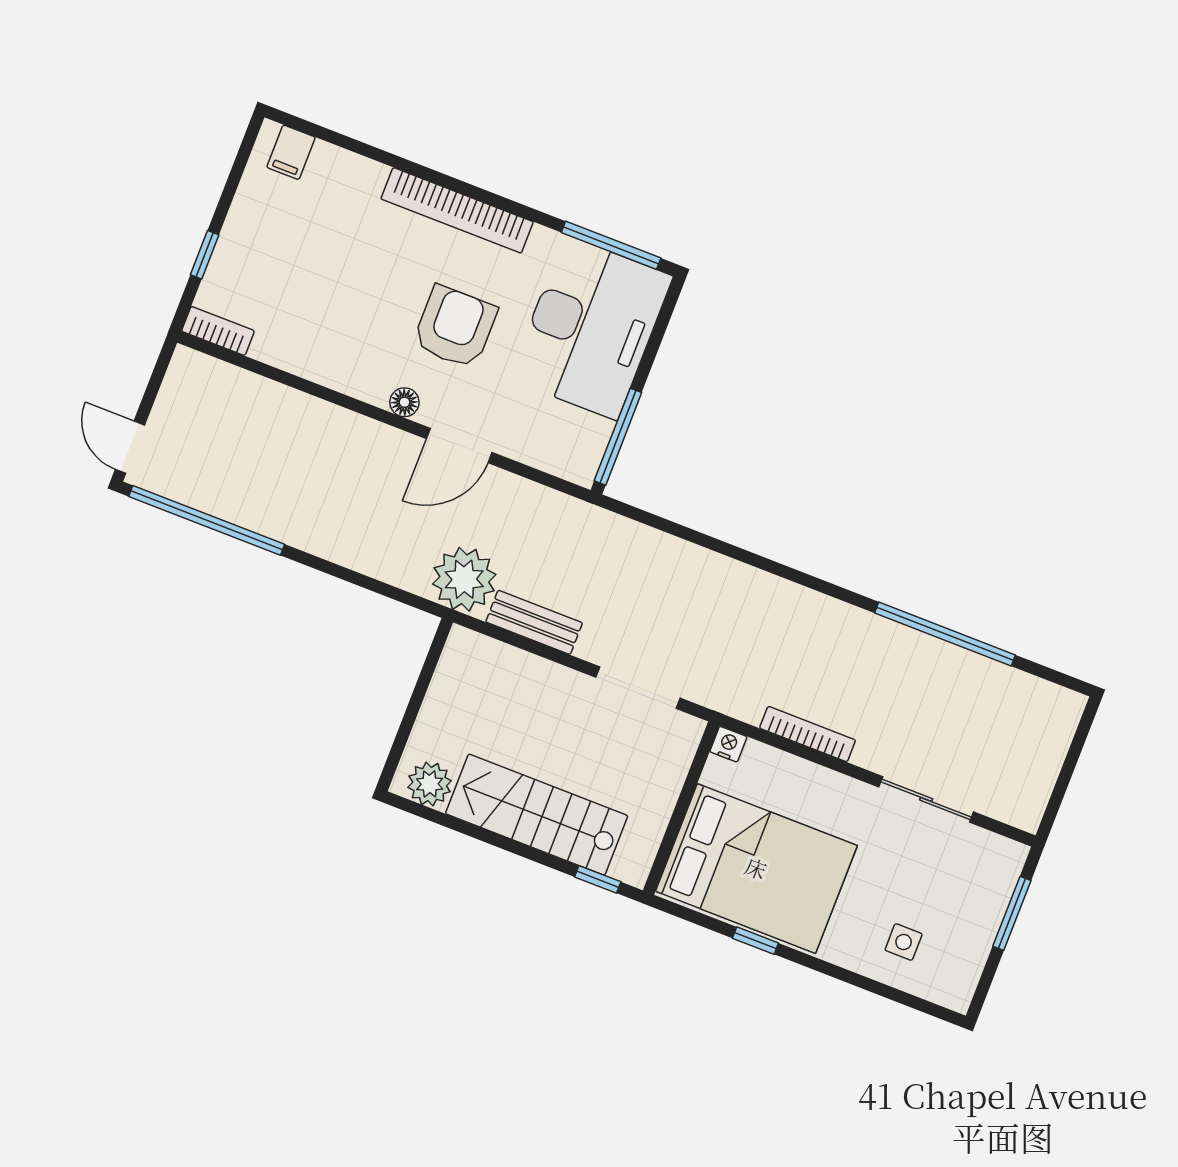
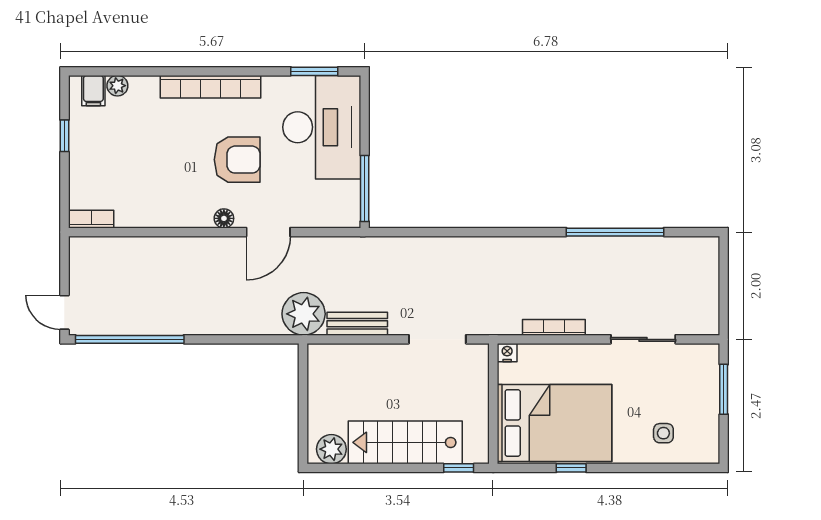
plant: (327, 158) -> (117, 86), added
window: (611, 245) -> (314, 71), width x0.69
window: (205, 255) -> (64, 136), moved
armchair: (455, 327) -> (237, 160), turned 90

